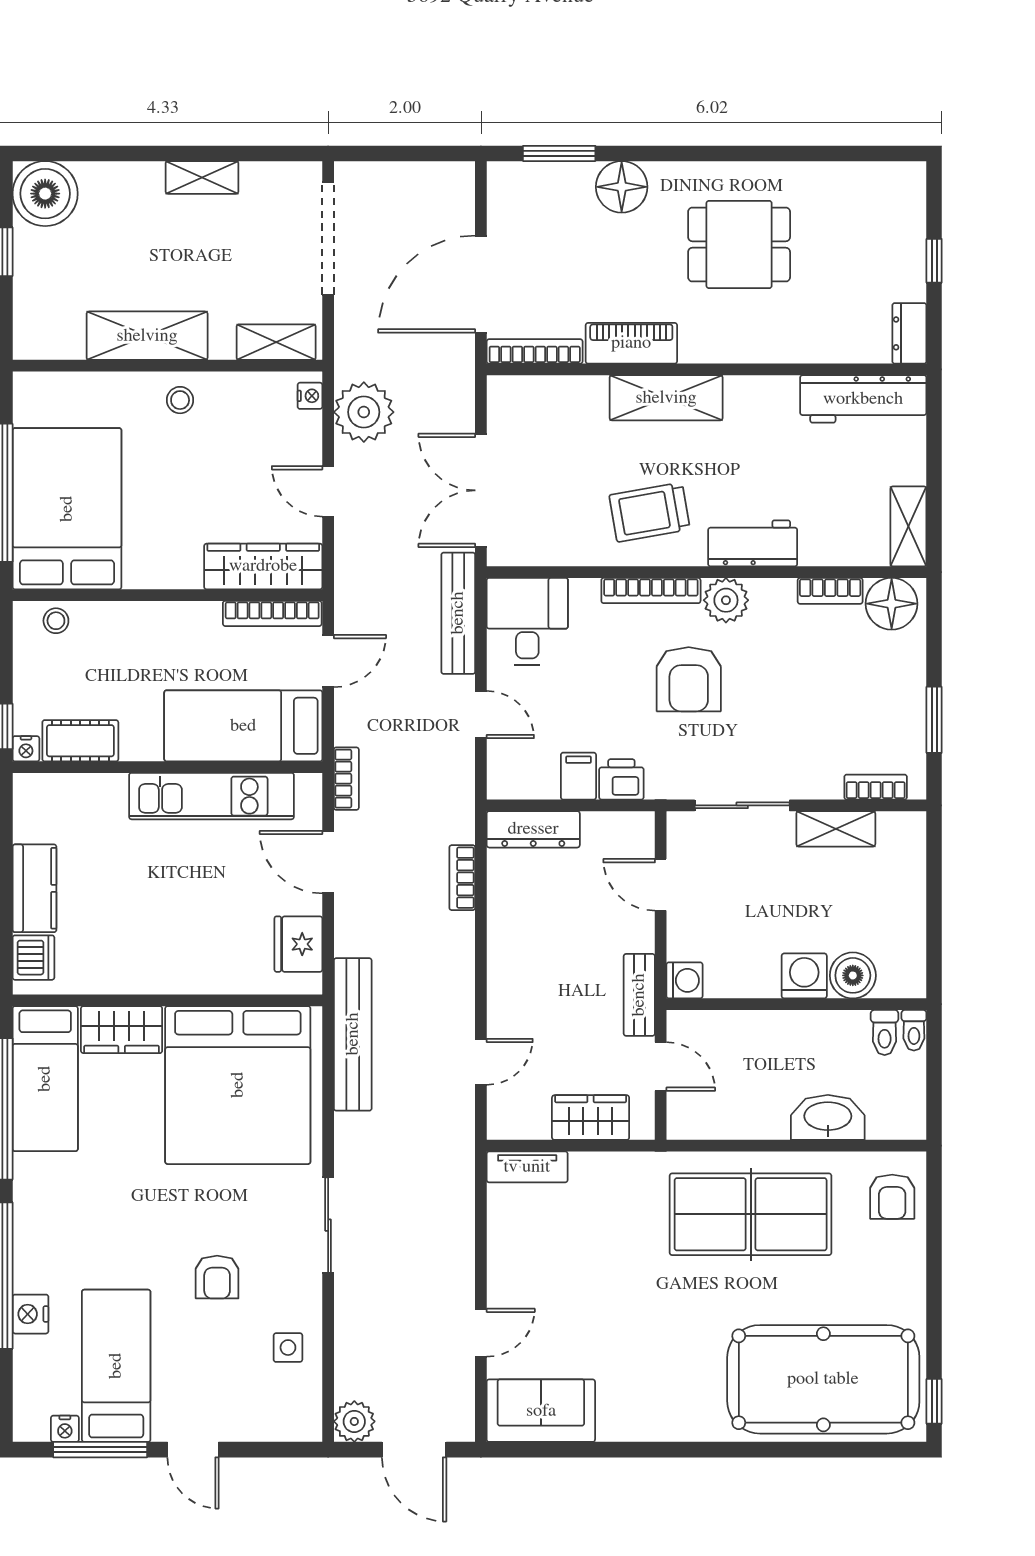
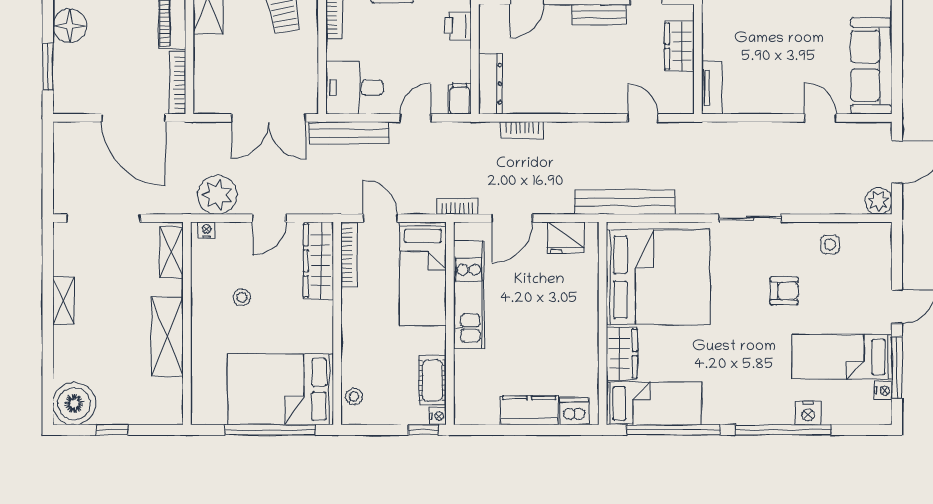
stool: (180, 400) -> (242, 297), moved
filing cabinet: (578, 776) -> (460, 99), moved, turned 90
sofa: (541, 1411) -> (871, 66), width x1.36

